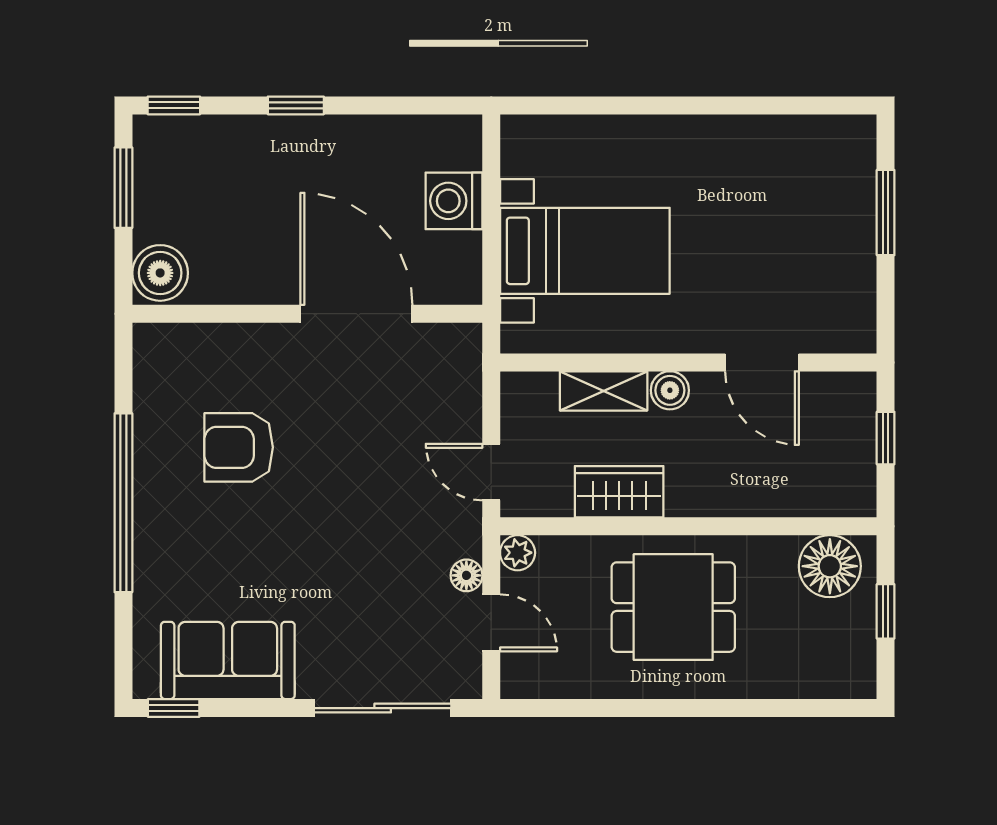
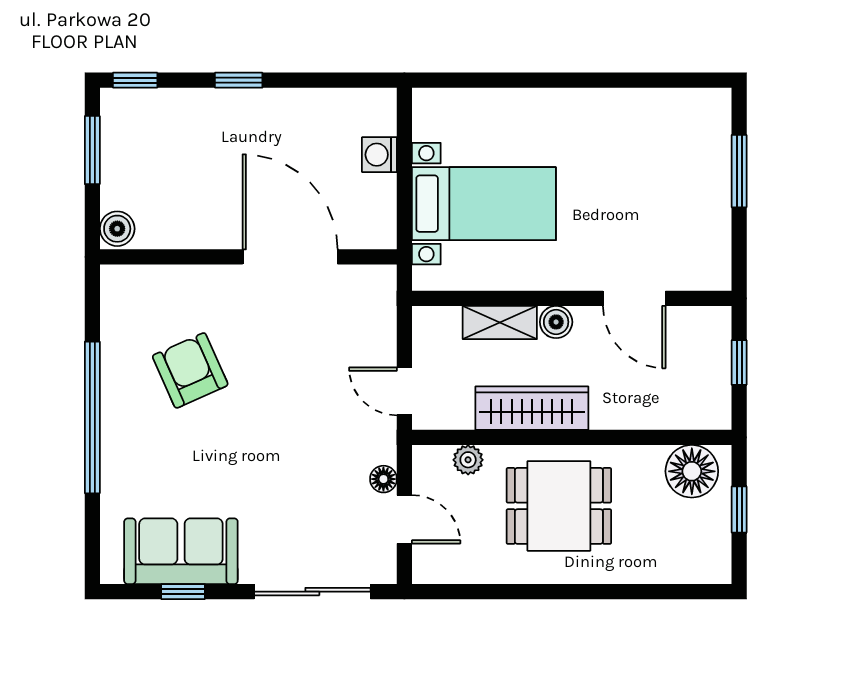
washing machine: (454, 201) -> (379, 155), width x0.73, depth x0.73
boiler: (160, 273) -> (117, 229), width x0.73, depth x0.73
armchair: (239, 447) -> (190, 370), turned 66
wardrobe: (619, 492) -> (532, 408), width x1.50
plant: (518, 553) -> (468, 460), moved
window: (174, 708) -> (183, 592), moved

